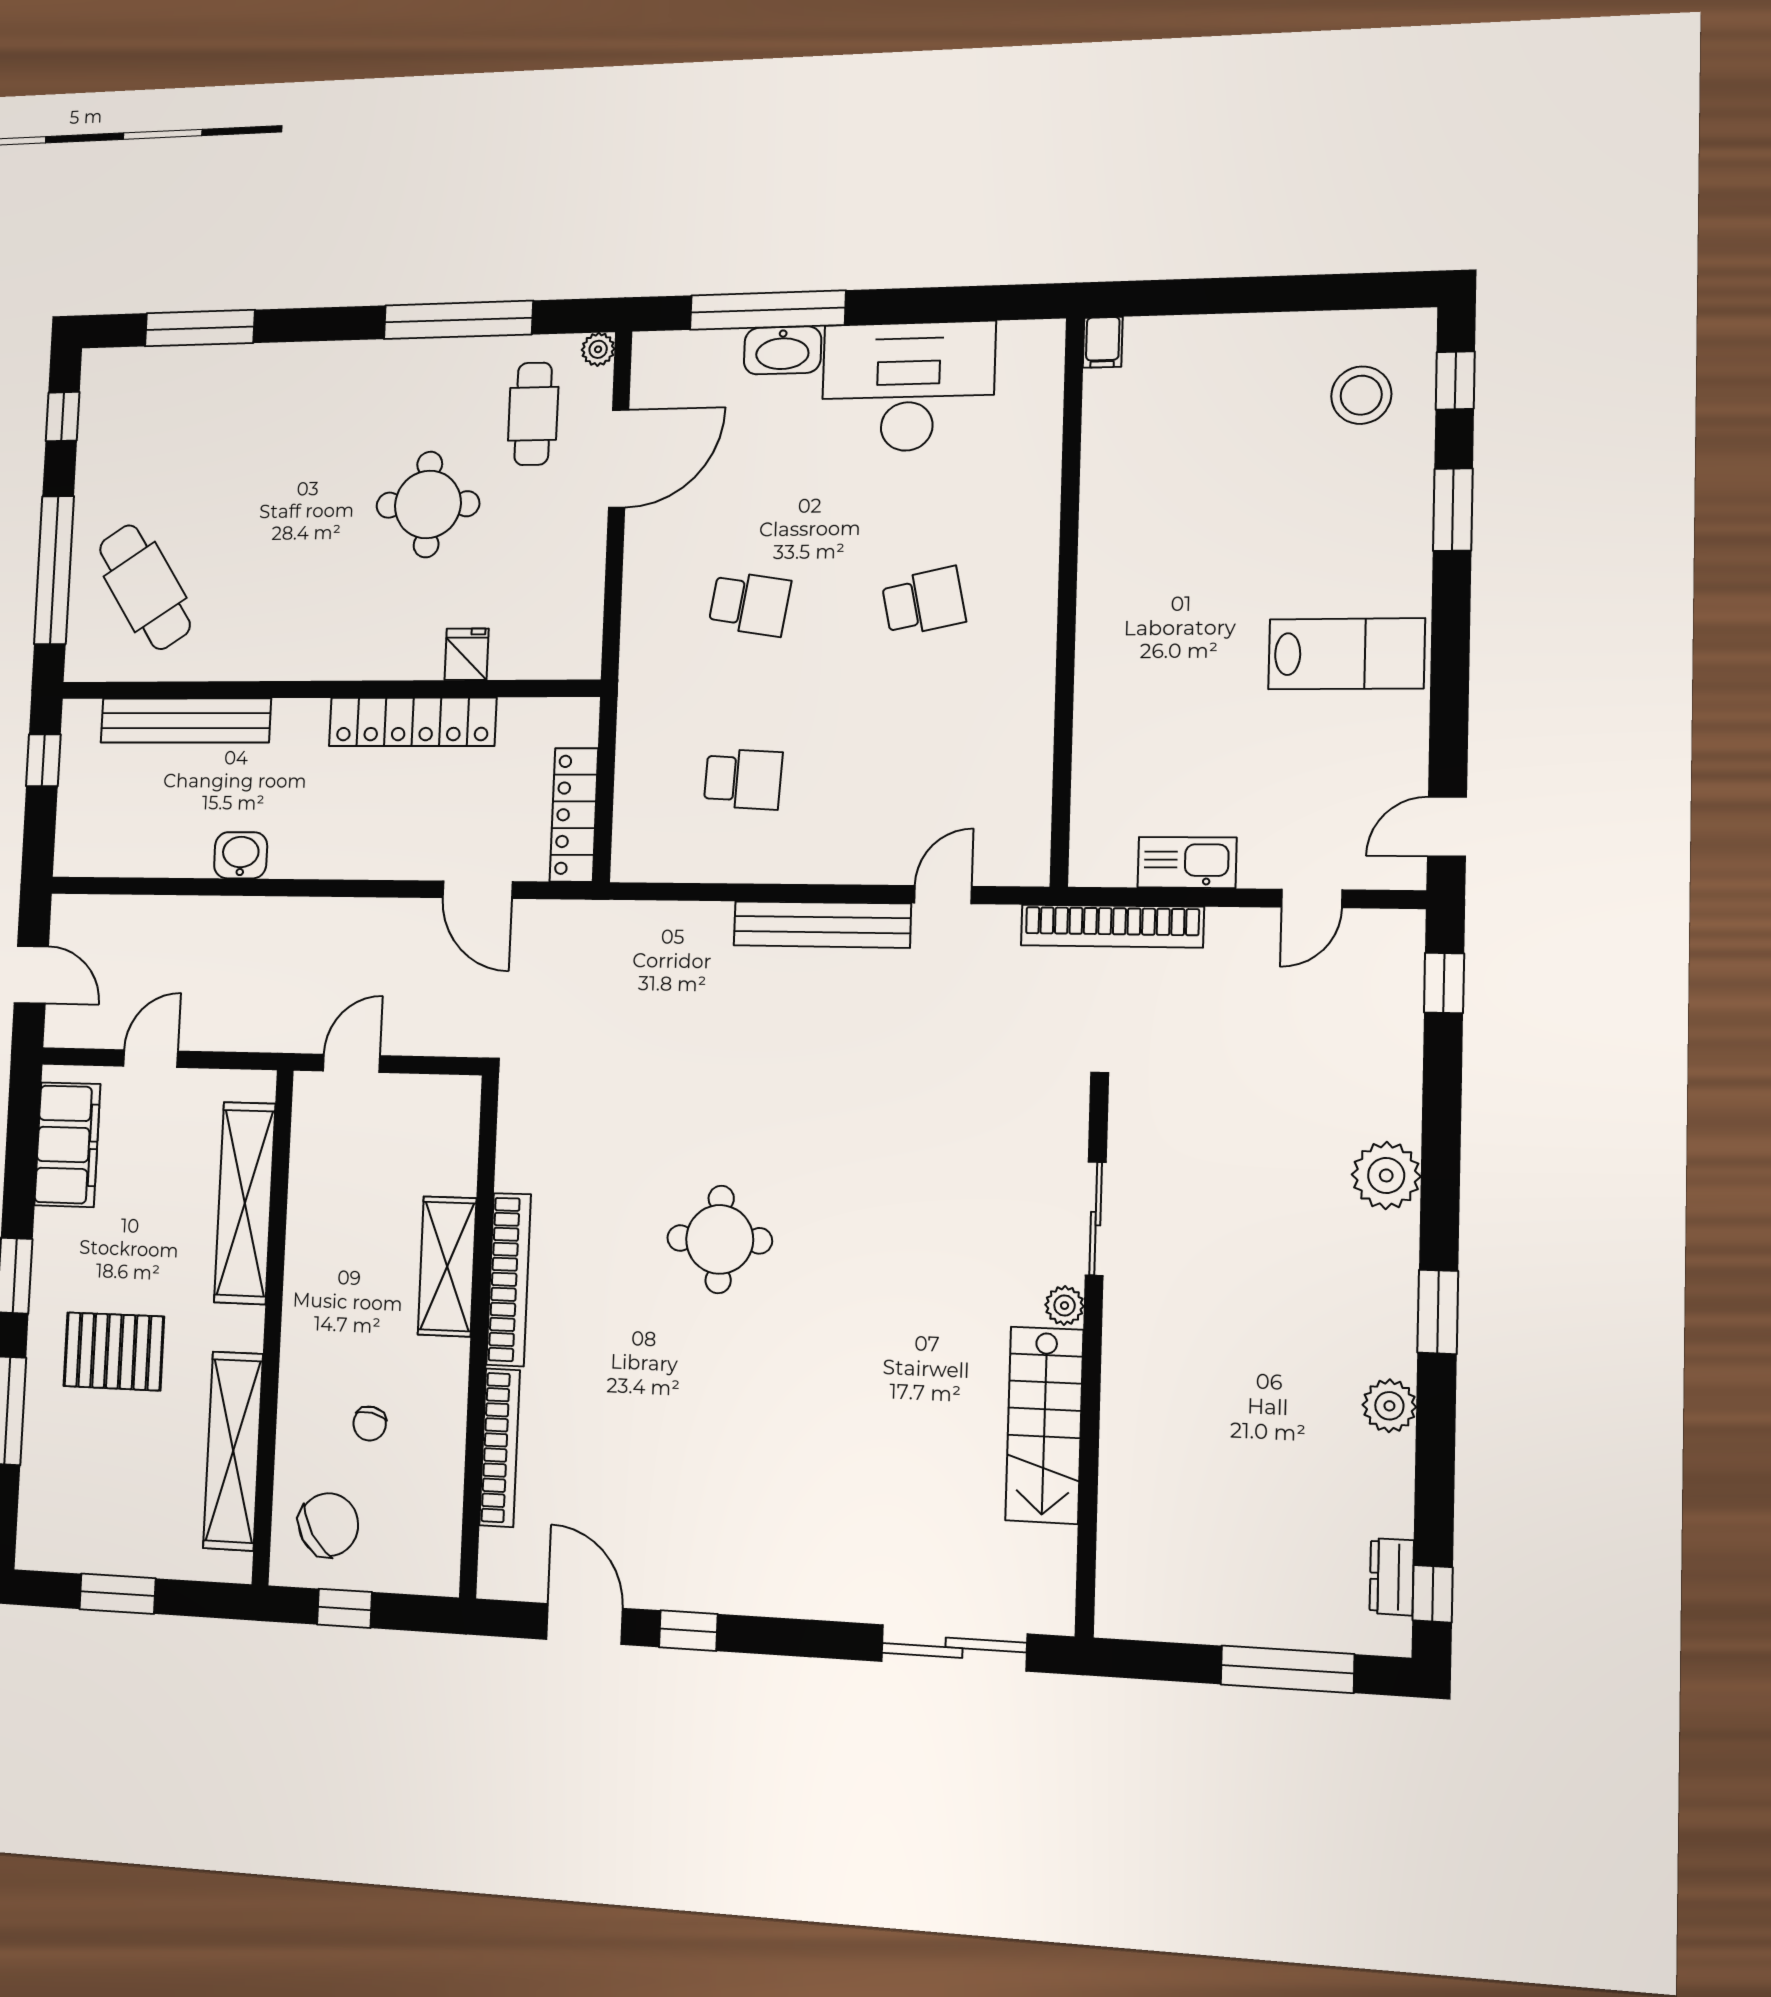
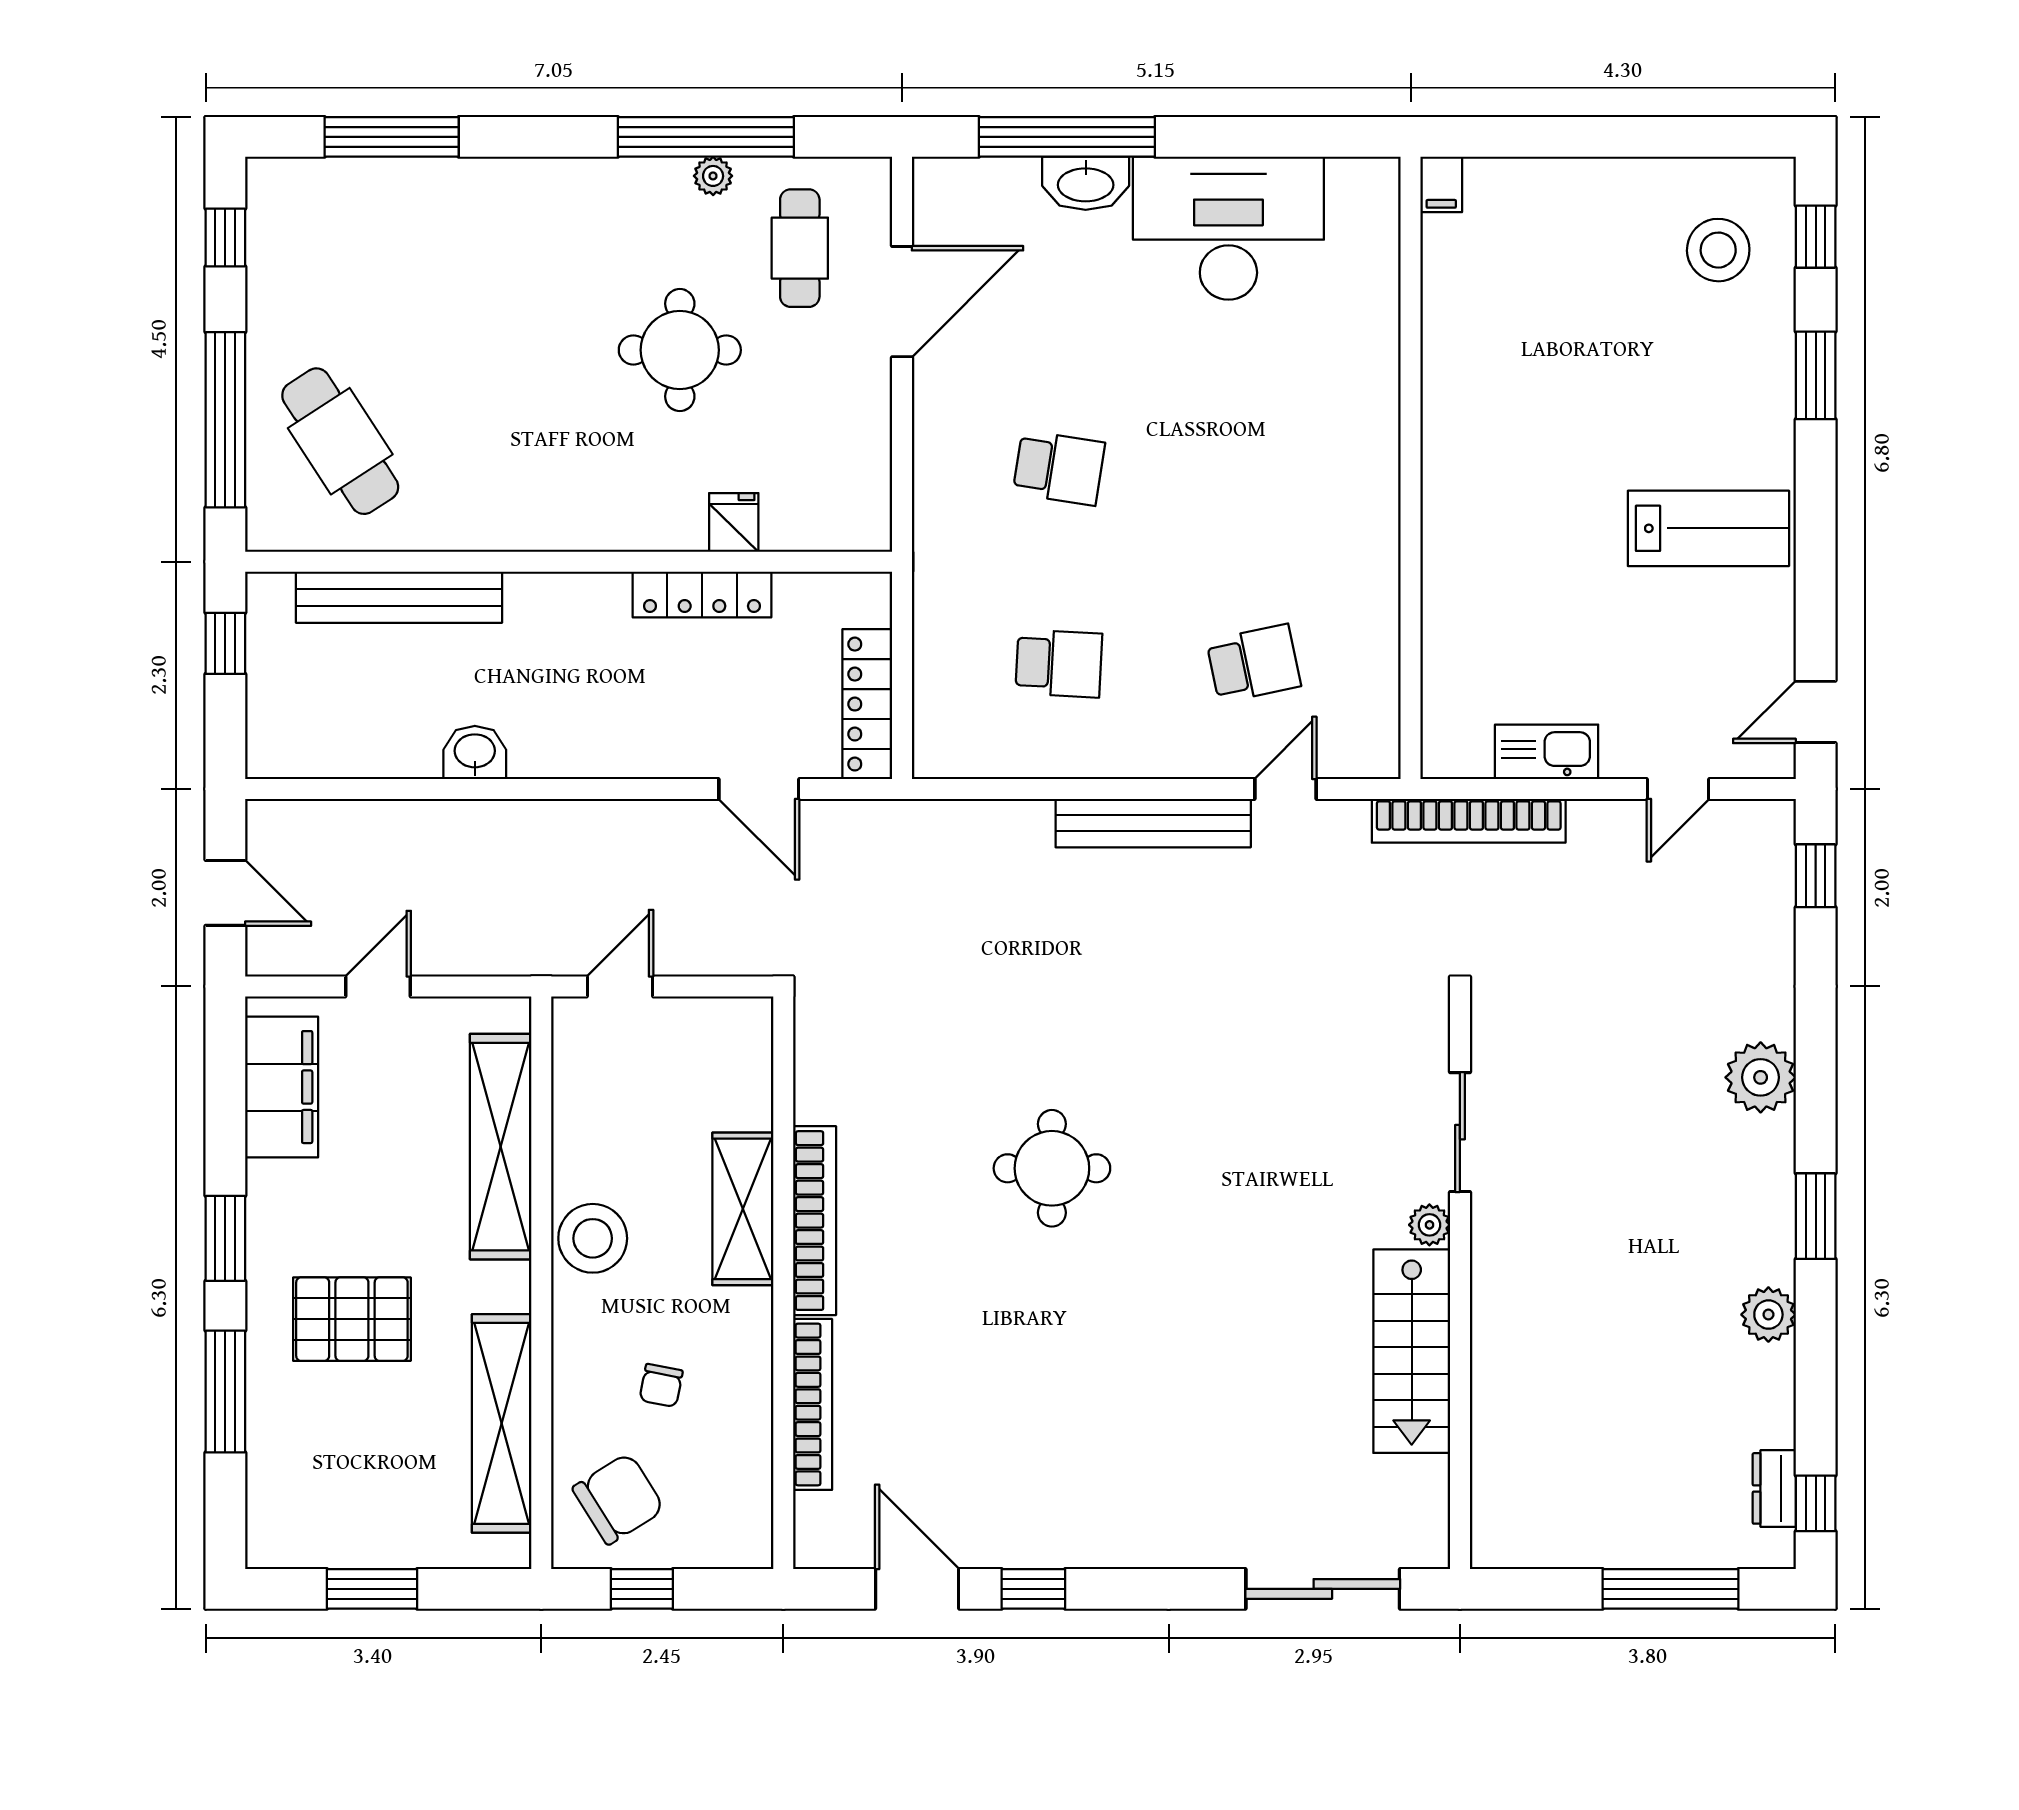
plant: (598, 349) -> (713, 176), moved
school desk: (924, 602) -> (1254, 664), moved
locker: (412, 722) -> (702, 595), width x0.71, depth x0.83
stool: (318, 1288) -> (593, 1238), added

